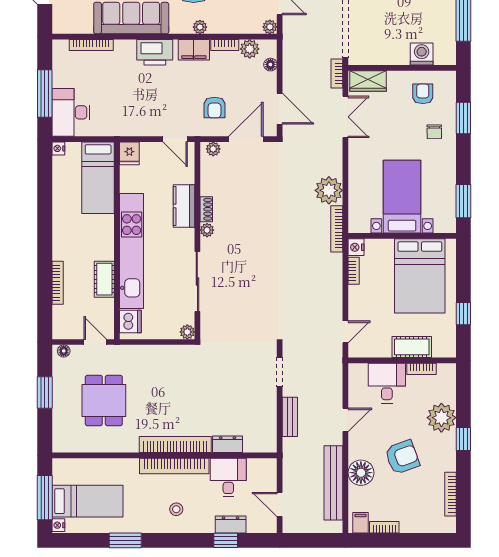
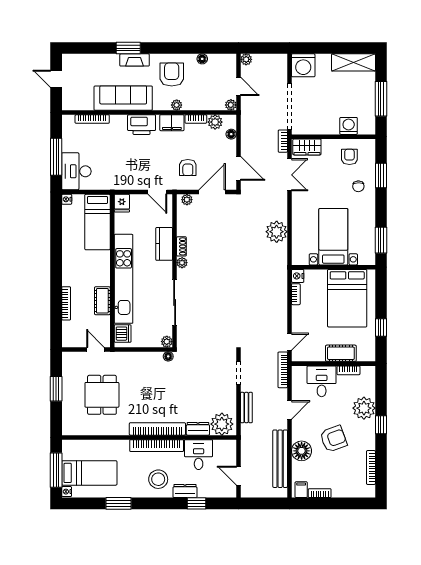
bookcase: (337, 229) -> (283, 370), moved
floor lamp: (64, 351) -> (168, 356), moved
plant: (258, 438) -> (222, 424), added
stool: (176, 509) -> (158, 479), width x1.89, depth x1.89
dresser: (231, 524) -> (185, 491), moved

